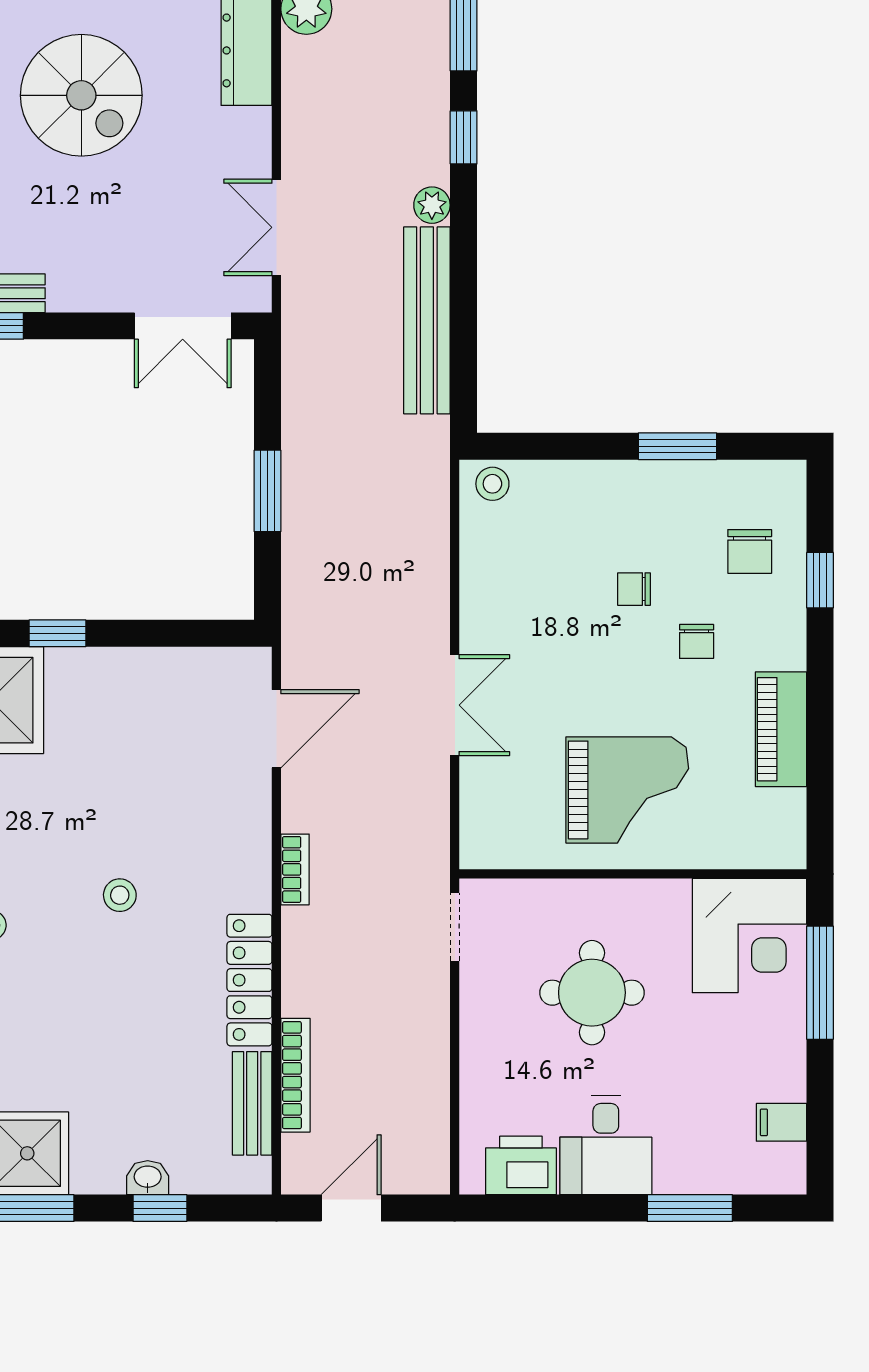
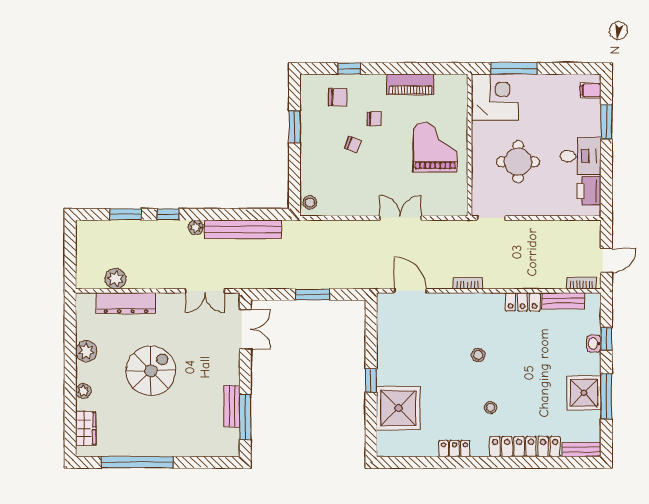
chair: (634, 589) -> (353, 145), turned -68
locker: (249, 980) -> (523, 302), width x0.66
bookcase: (295, 1075) -> (582, 283), moved, width x0.64
filing cabinet: (781, 1122) -> (591, 90), moved, turned 90
door: (351, 1208) -> (606, 260), swing flipped

